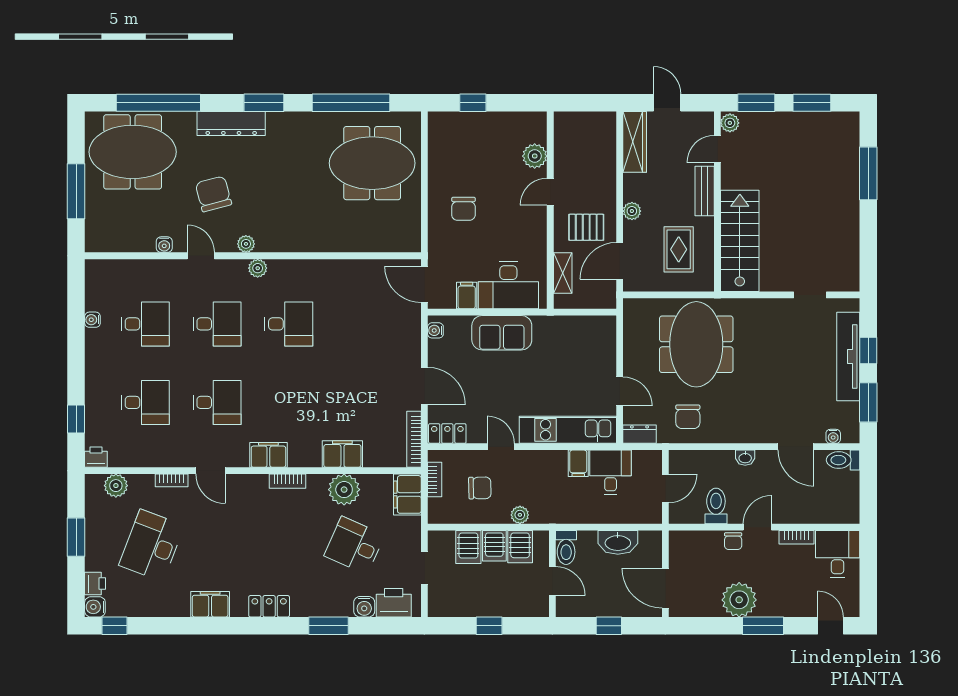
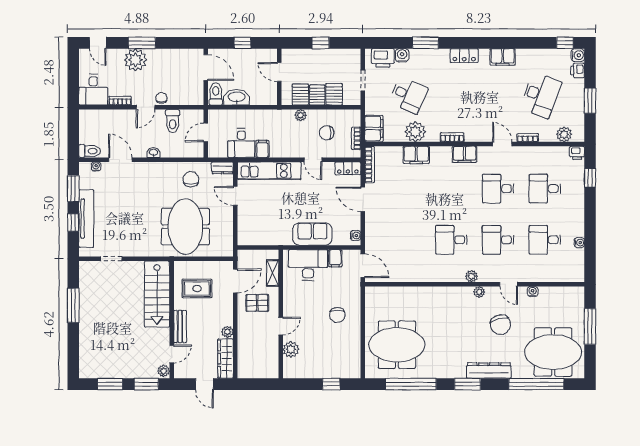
window: (868, 173) -> (73, 305), moved
chair: (463, 209) -> (337, 315), turned 180
plant: (632, 211) -> (227, 332), moved
rug: (679, 249) -> (197, 288), turned 90
toilet: (566, 547) -> (216, 94), moved
plant: (739, 600) -> (135, 60), moved

